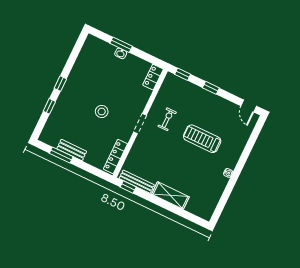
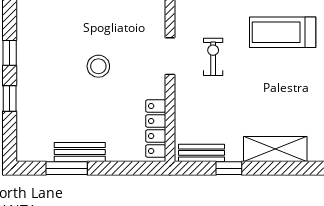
exercise bike: (167, 119) -> (213, 57), moved
bench: (137, 182) -> (201, 153), width x0.73
window: (128, 187) -> (229, 168), moved

